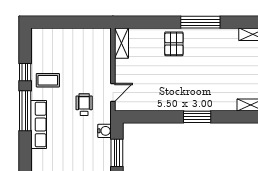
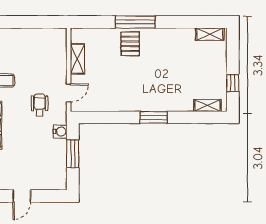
window: (200, 22) -> (135, 22), moved
shelving: (121, 43) -> (77, 59), moved

